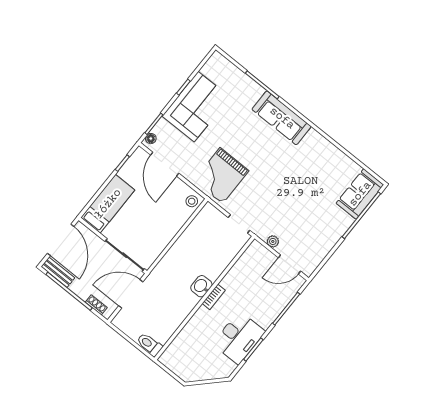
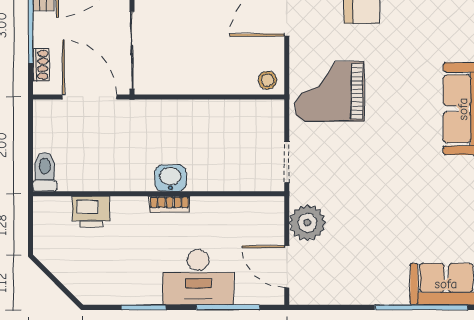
plant: (273, 241) -> (307, 223), width x1.87, depth x1.87
printer: (187, 338) -> (91, 212), added
desk: (239, 338) -> (198, 277), moved

